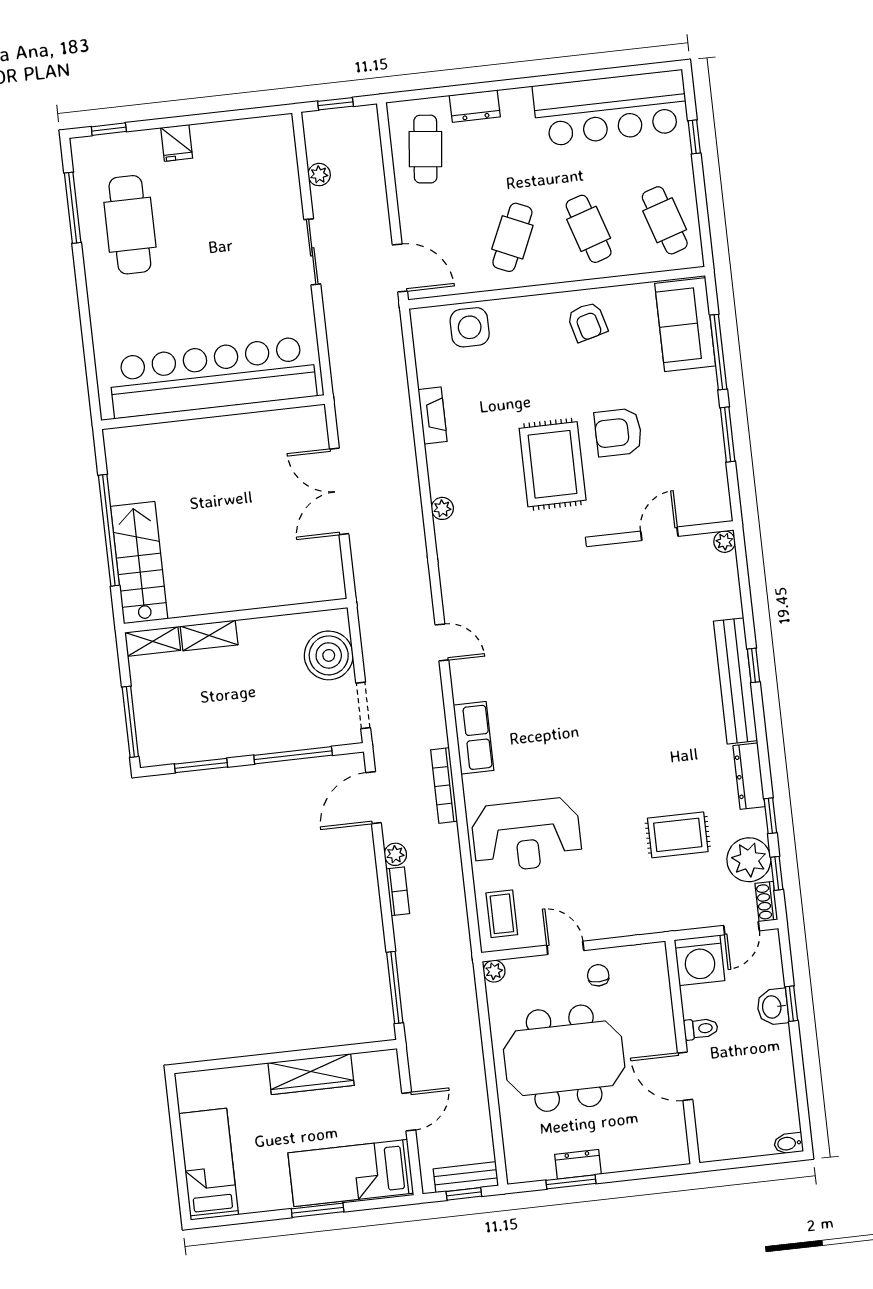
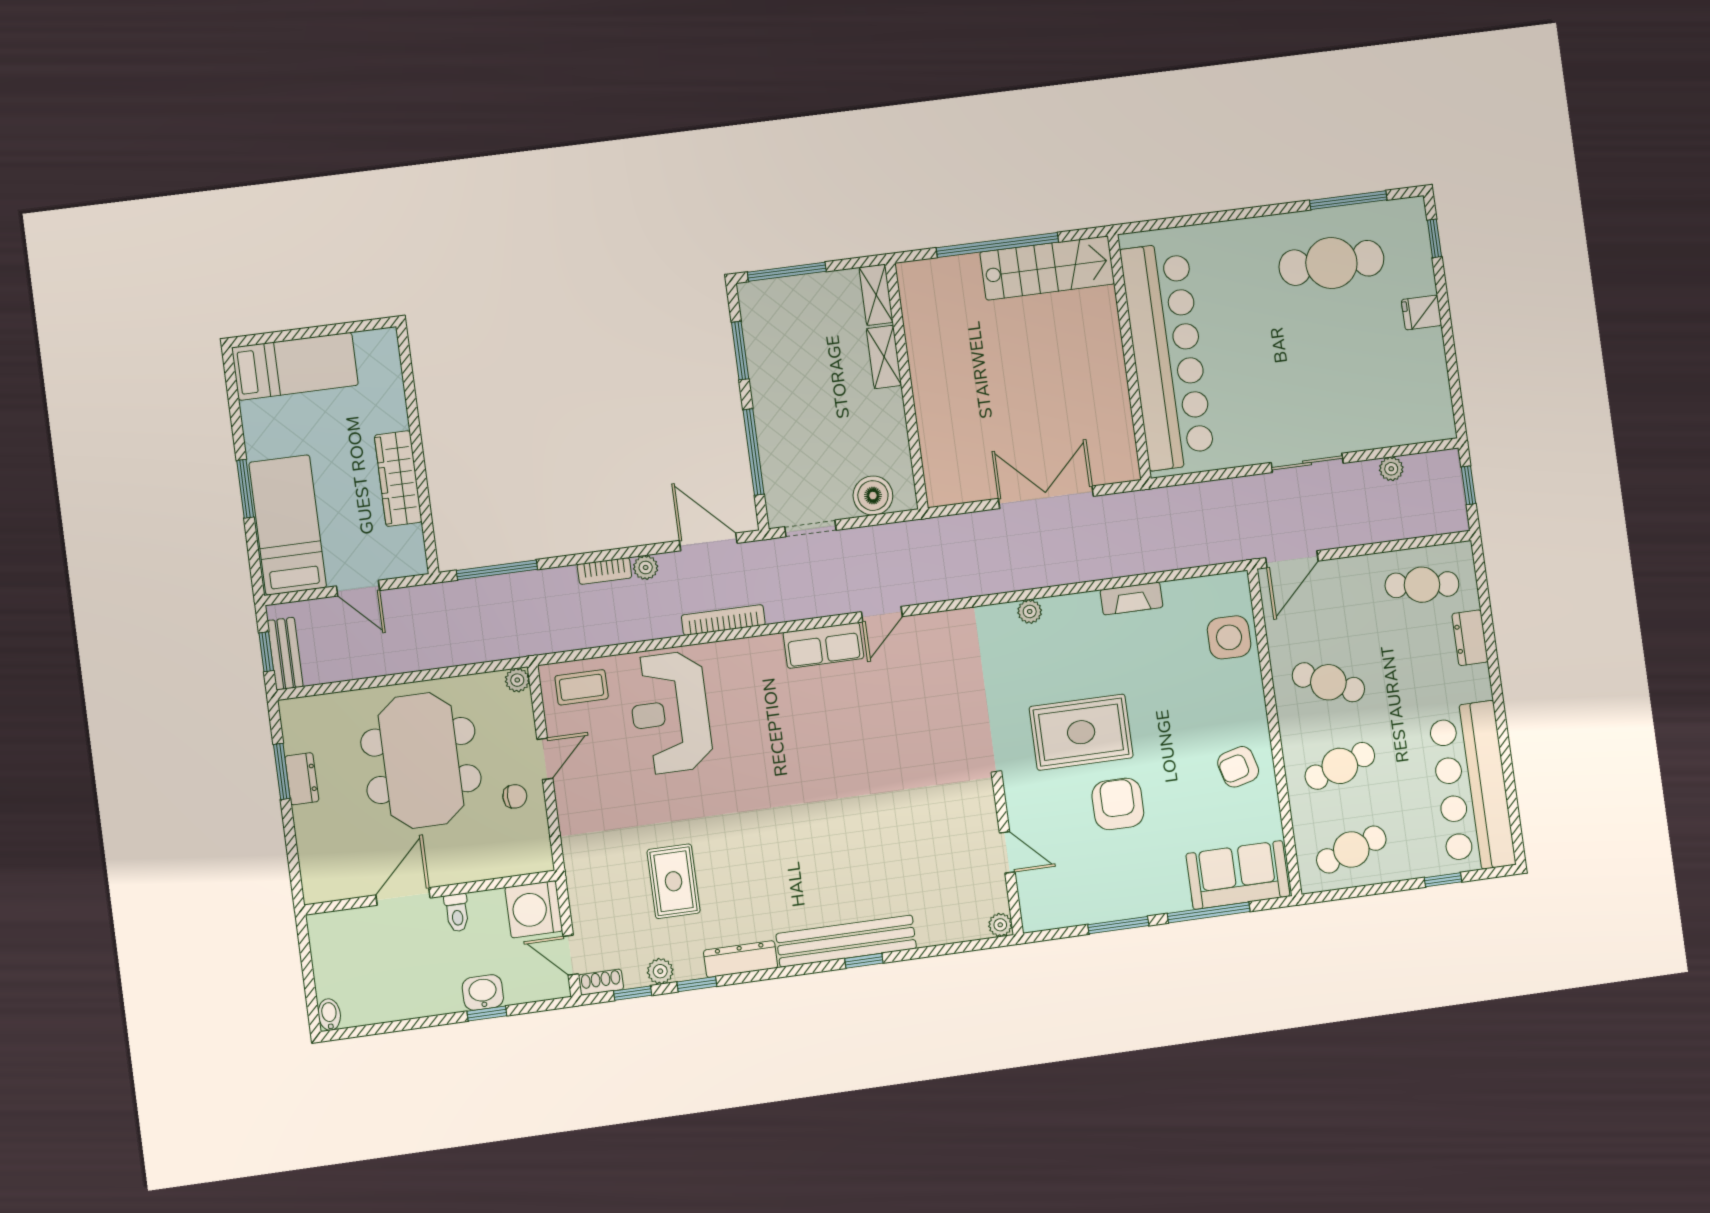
stairs: (139, 563) -> (1047, 268), moved
boiler: (329, 655) -> (873, 496), width x0.73, depth x0.73
row of seats: (474, 738) -> (823, 645), moved
plant: (749, 860) -> (660, 971), width x0.53, depth x0.53

